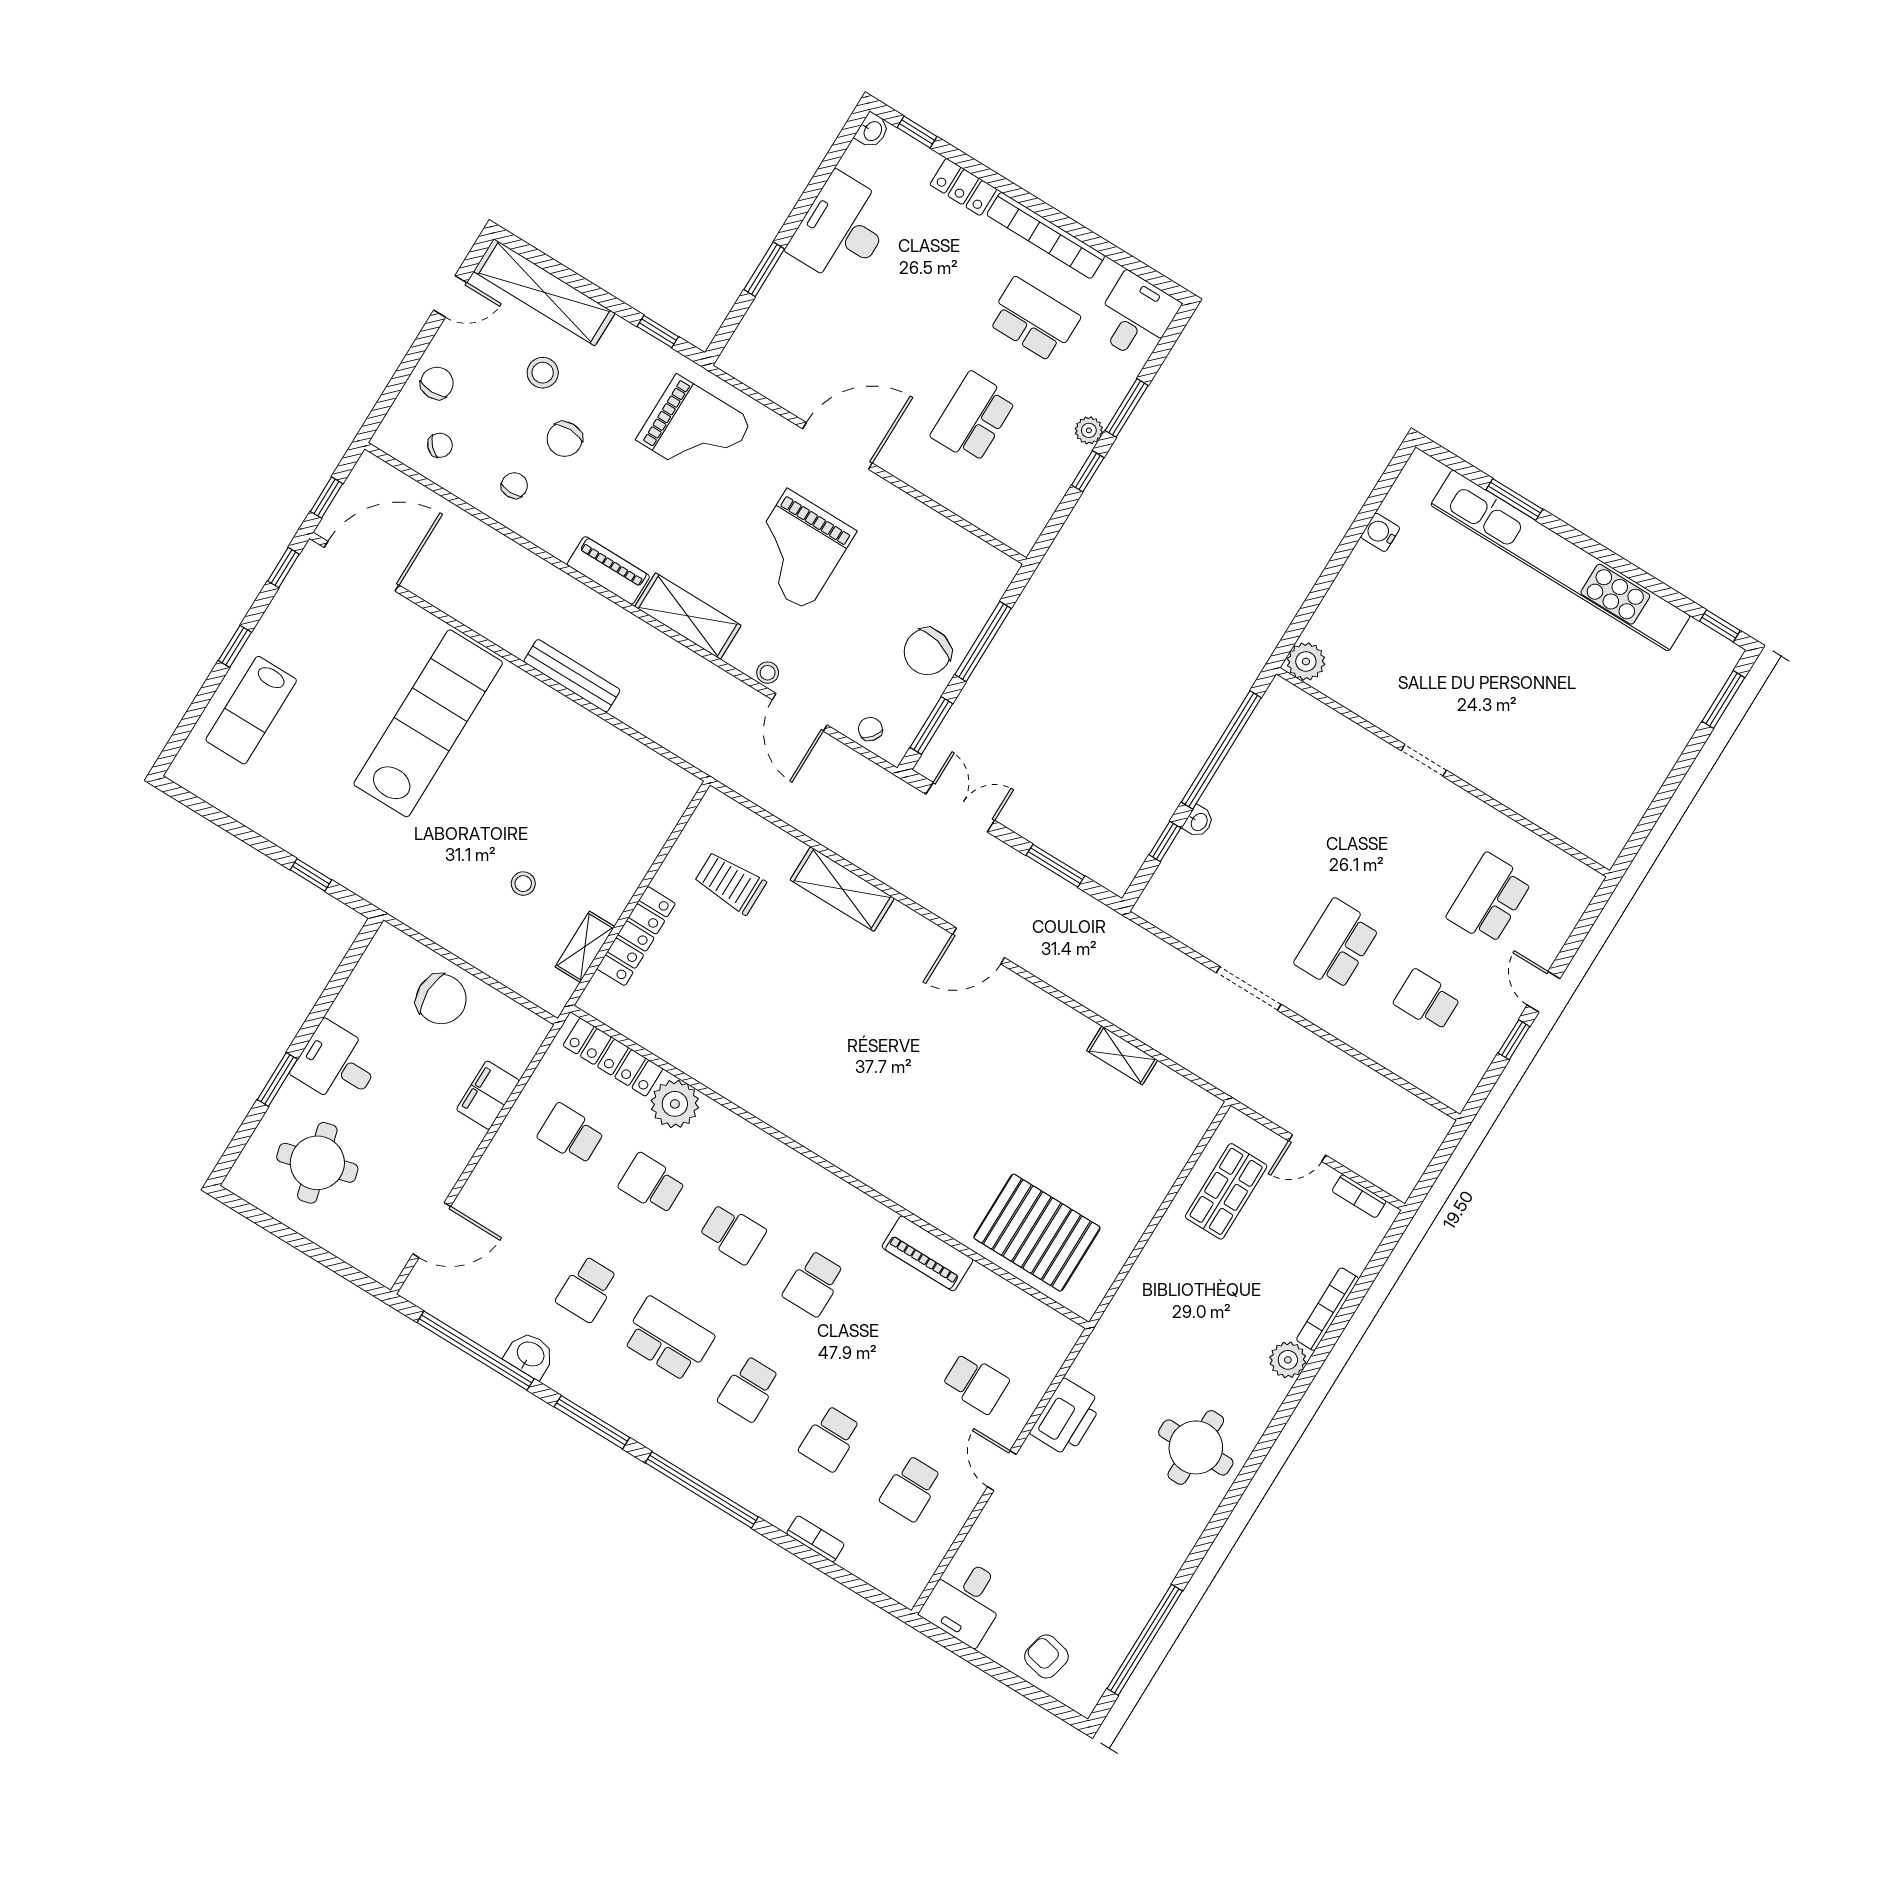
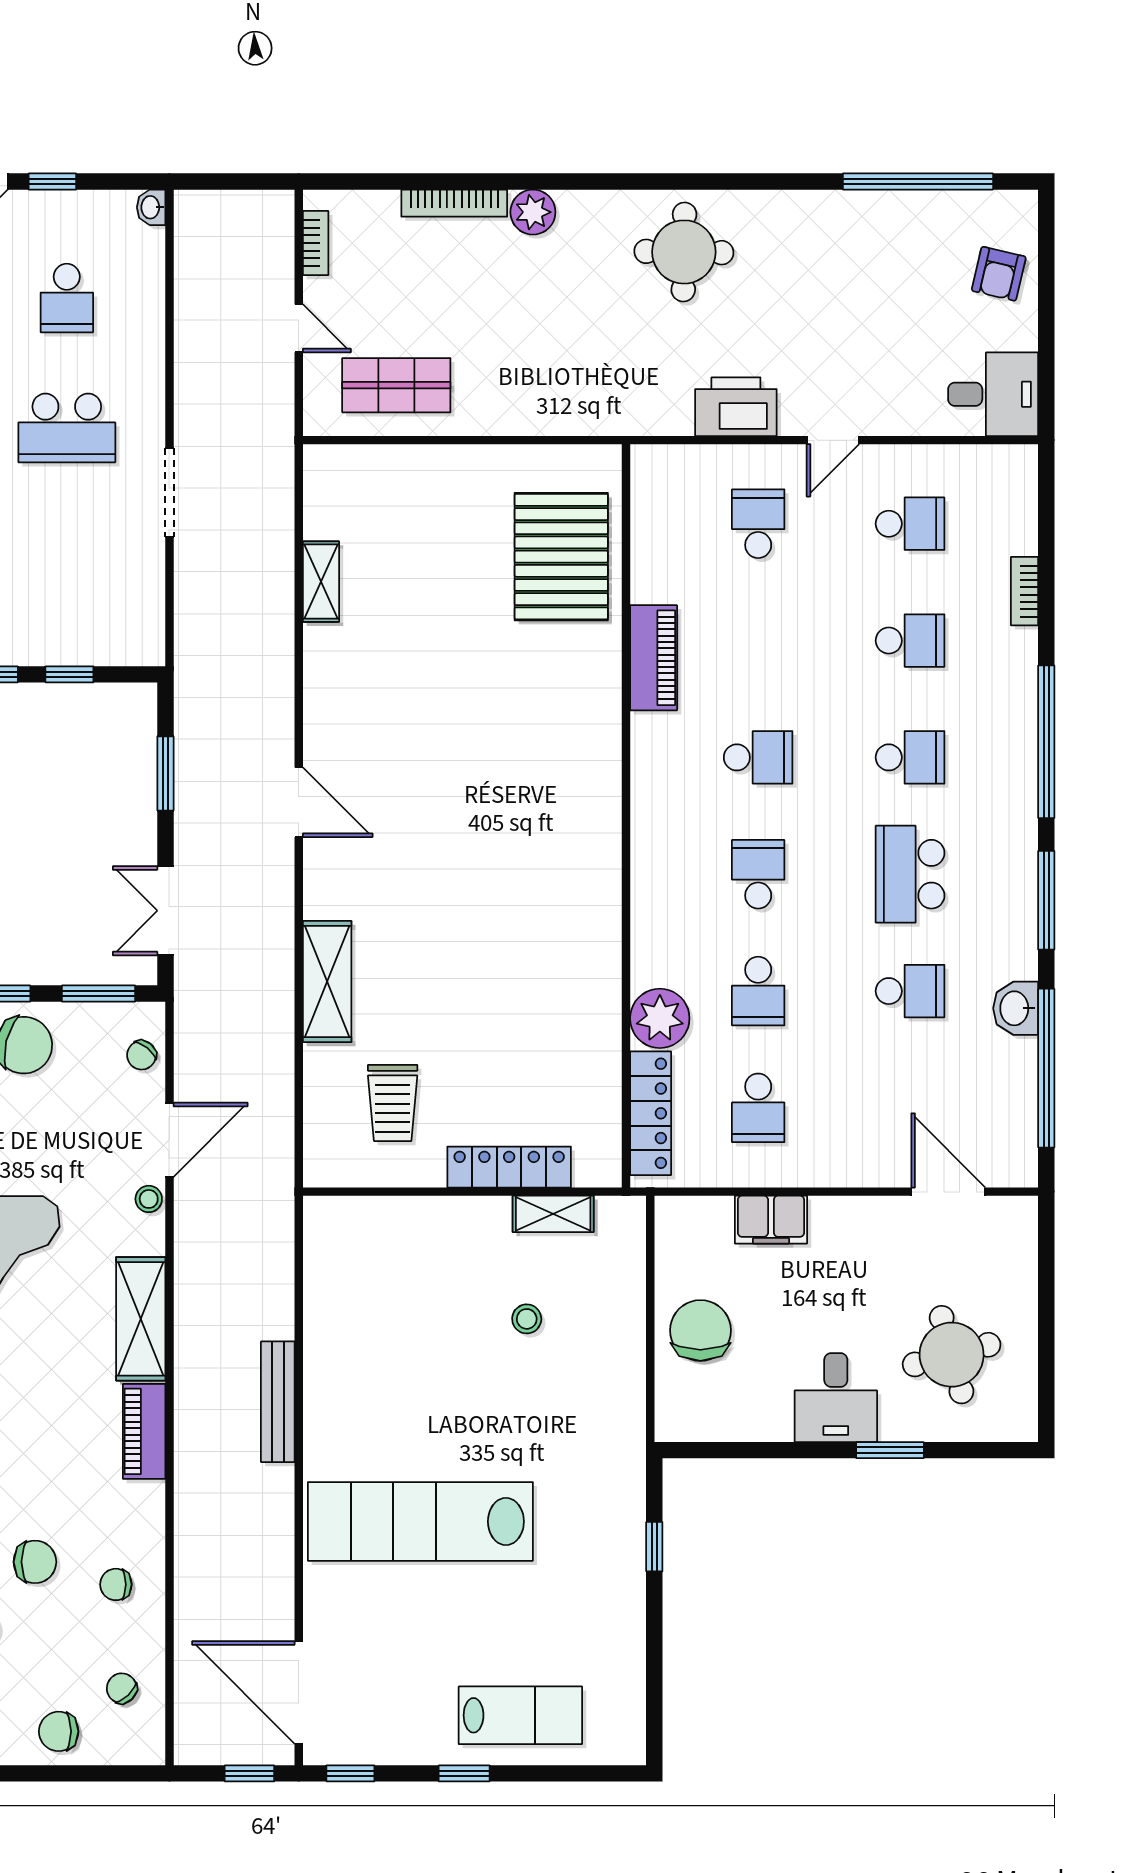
washbasin: (1199, 822) -> (151, 207), moved, turned -90

